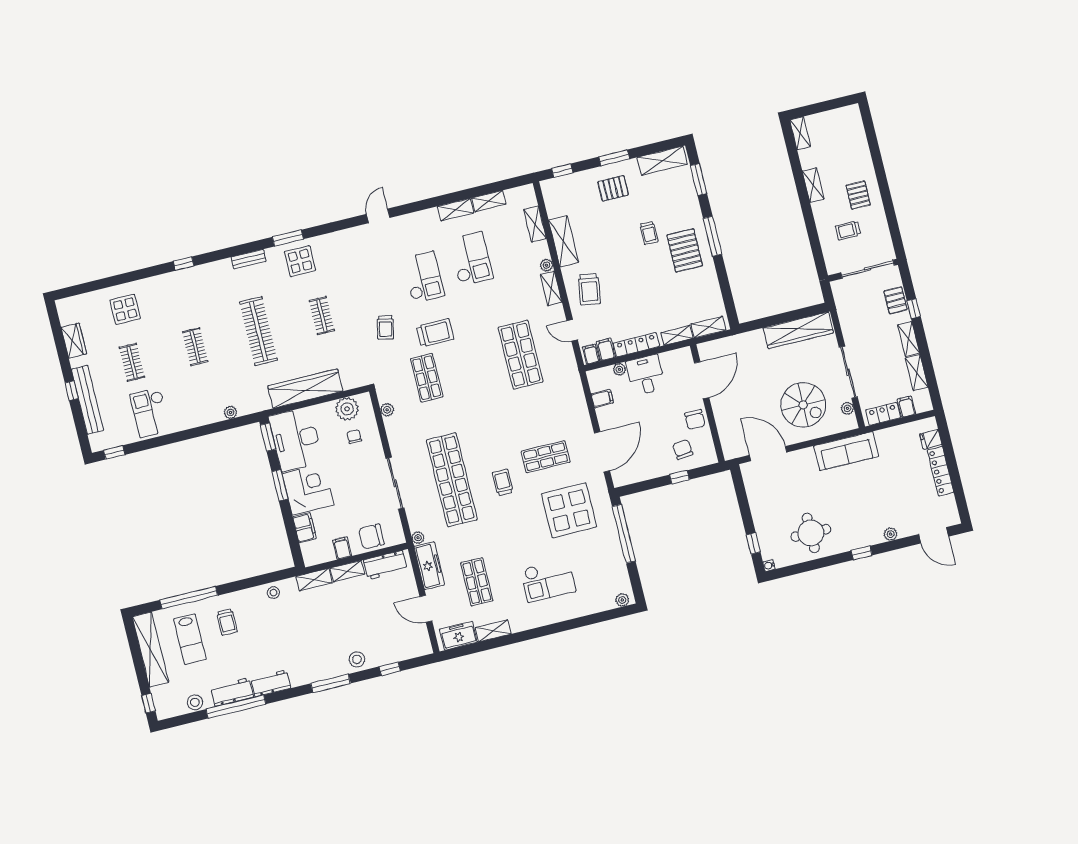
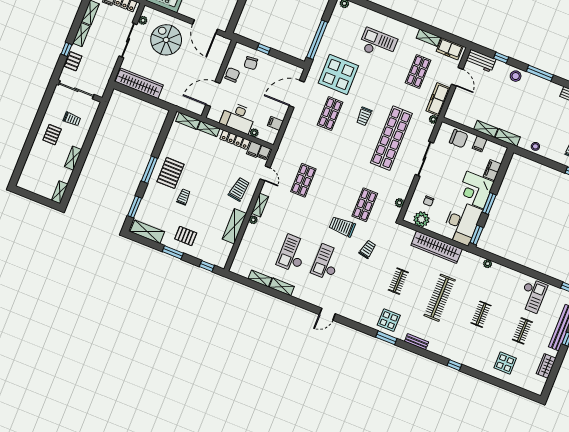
shelving: (535, 224) -> (243, 247), removed
shop shelf: (520, 355) -> (303, 180), width x0.70, depth x0.74
desk: (646, 375) -> (238, 118), width x1.37
shop shelf: (546, 457) -> (330, 114), turned 90
workbench: (385, 565) -> (481, 61), moved, turned 180

